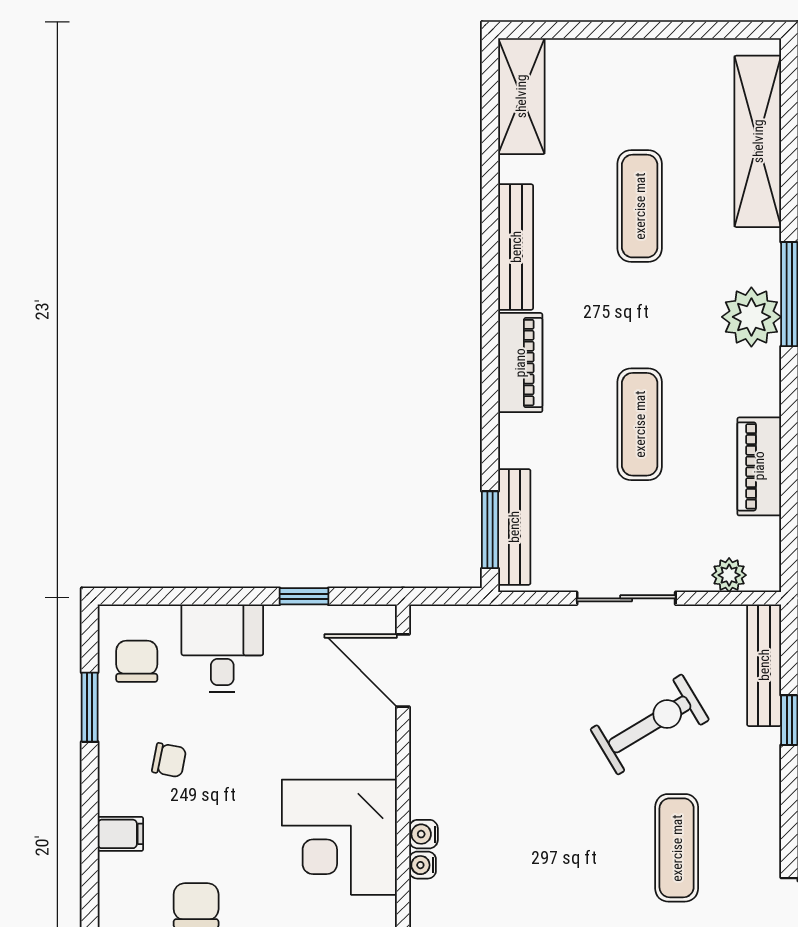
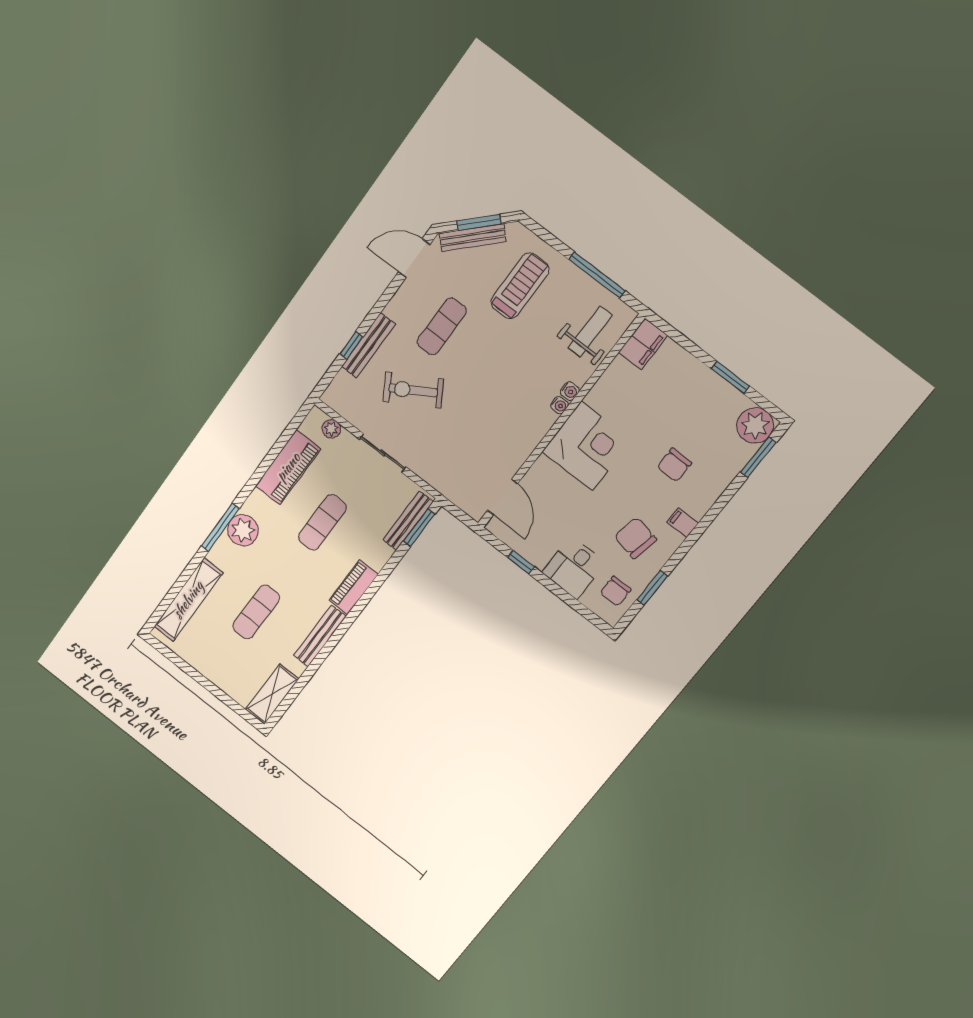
piano: (759, 466) -> (288, 467), width x1.37, depth x1.33
bench: (764, 665) -> (368, 345), moved
chair: (169, 760) -> (635, 538), width x1.87, depth x1.87
water cooler: (423, 834) -> (570, 391), moved

